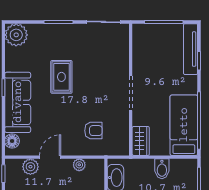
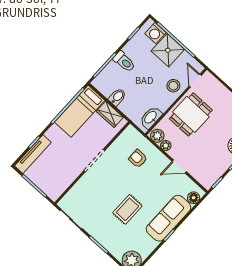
wardrobe: (141, 141) -> (110, 114), moved, turned -90
plant: (30, 167) -> (157, 136), moved

